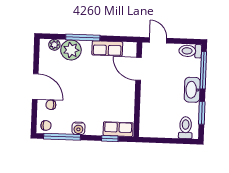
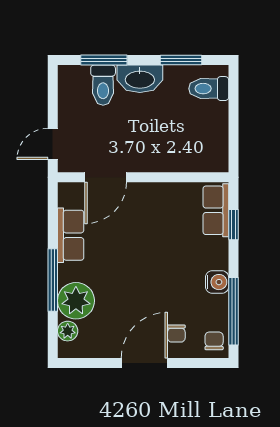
toilet: (190, 51) -> (103, 85), moved
window: (203, 70) -> (104, 60), width x0.69

